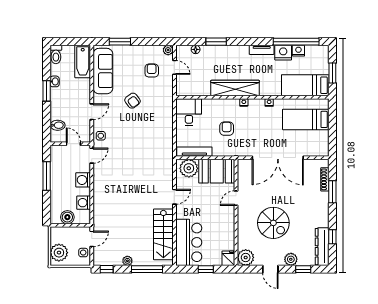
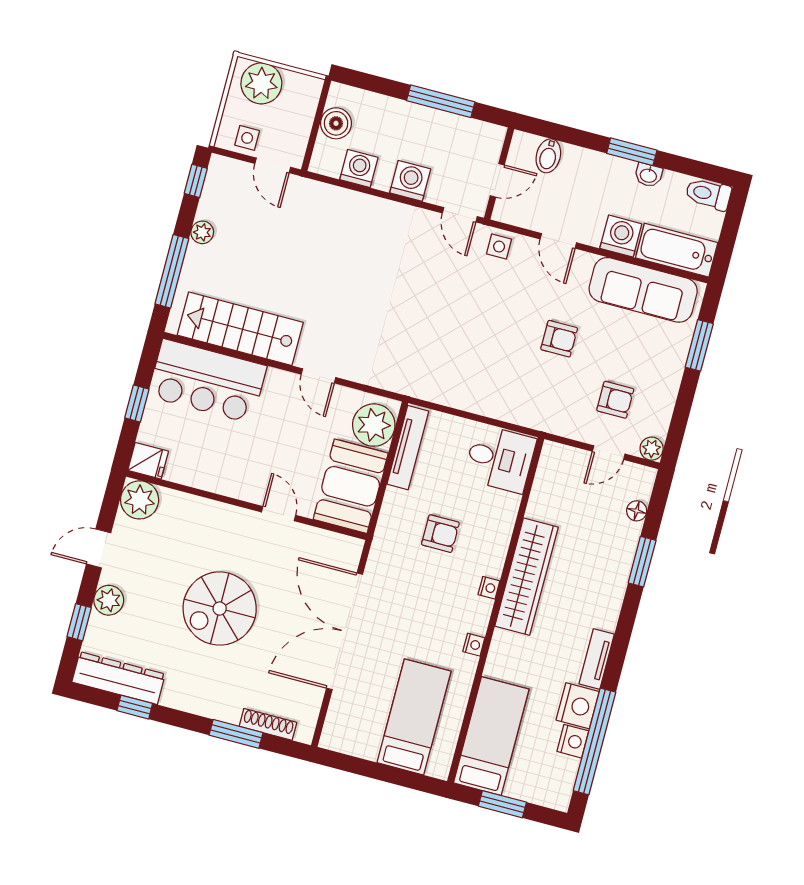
washing machine: (83, 86) -> (621, 236), added
armchair: (132, 101) -> (559, 339), turned -143
spiral stairs: (273, 223) -> (220, 609), moved

